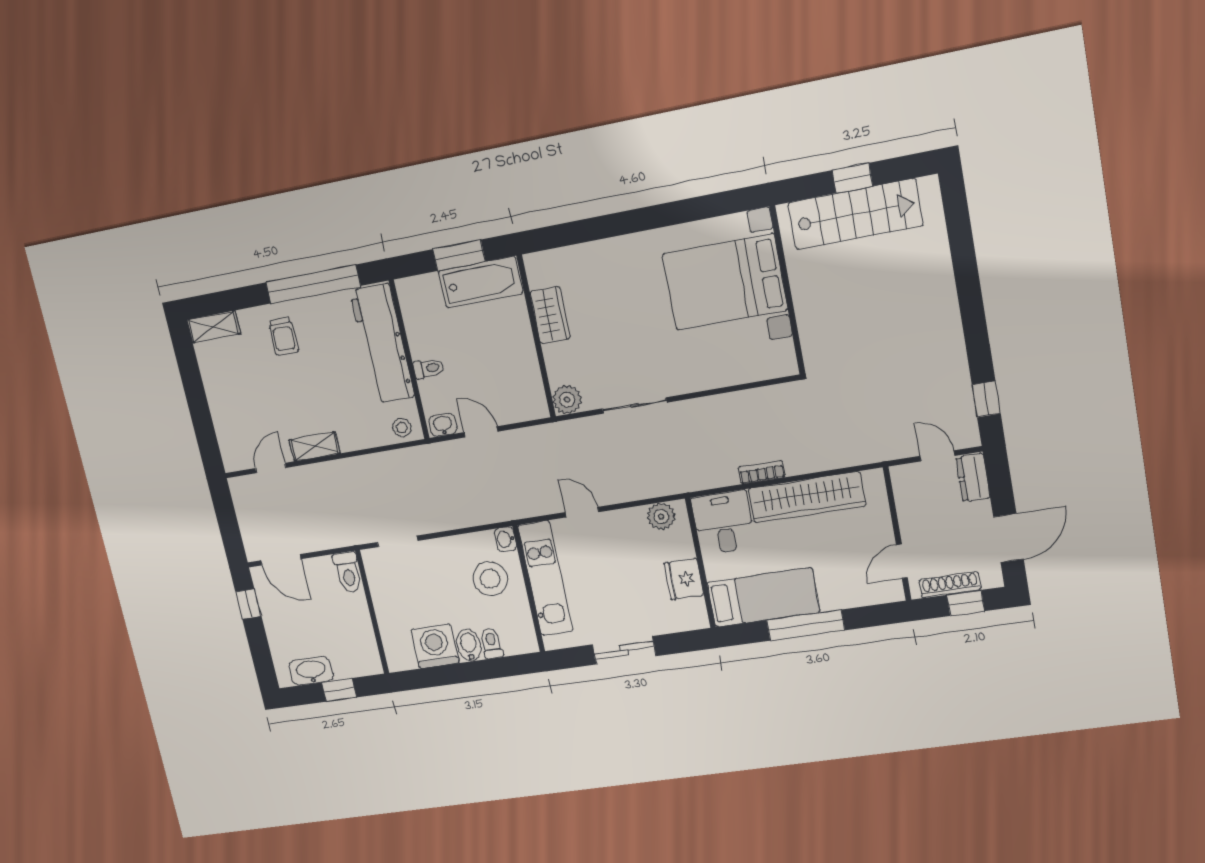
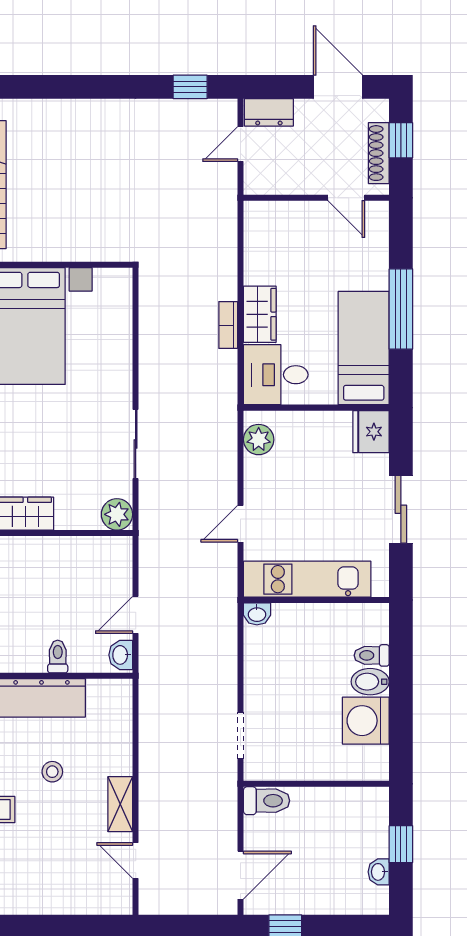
stool: (402, 428) -> (52, 772), moved
wardrobe: (807, 497) -> (260, 314), width x0.48, depth x0.85
stool: (490, 579) -> (298, 640), removed
fridge: (684, 579) -> (371, 432), moved, turned 90
washbasin: (311, 671) -> (379, 872), width x0.52, depth x0.69

